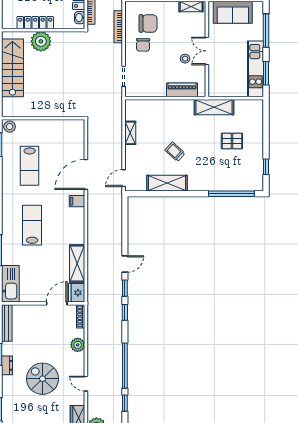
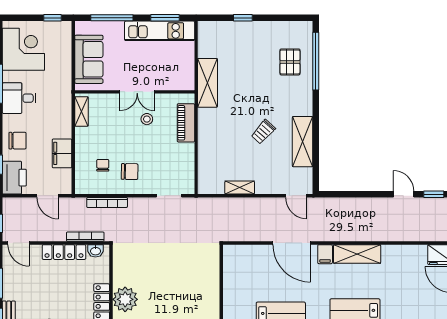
chair: (148, 23) -> (103, 165), width x0.54, depth x0.54
pallet: (232, 141) -> (290, 62), moved
window: (266, 167) -> (243, 18), moved
shelving: (77, 263) -> (357, 254), moved

